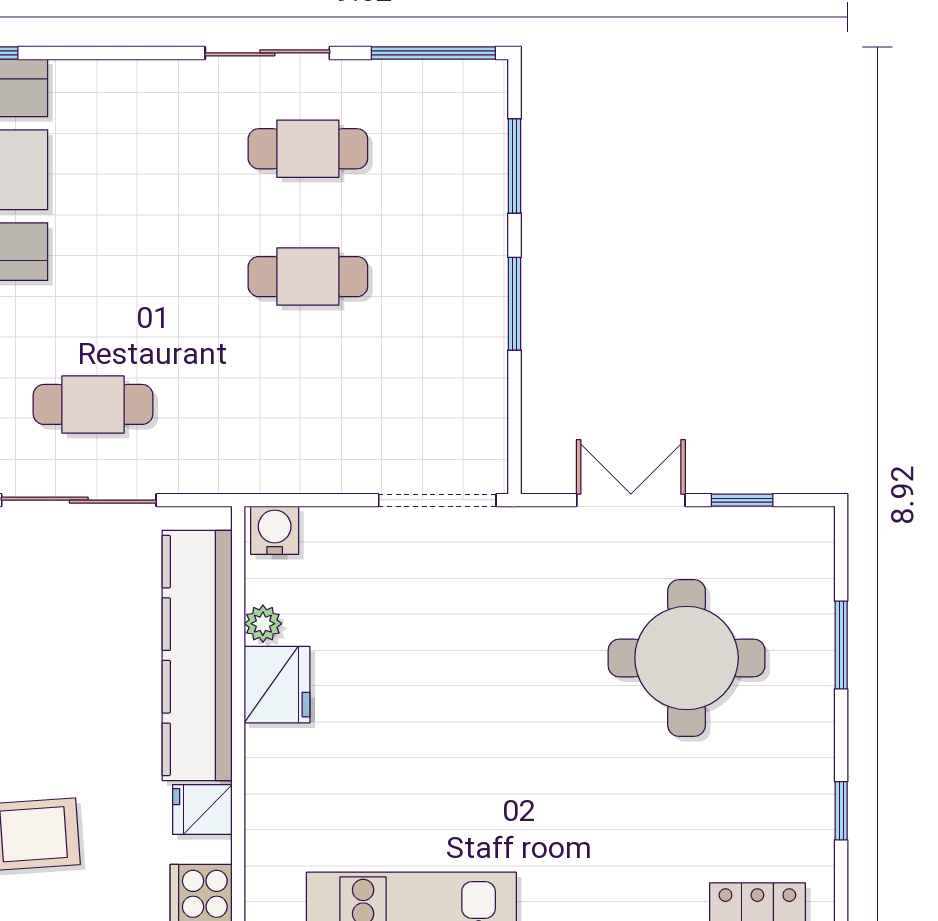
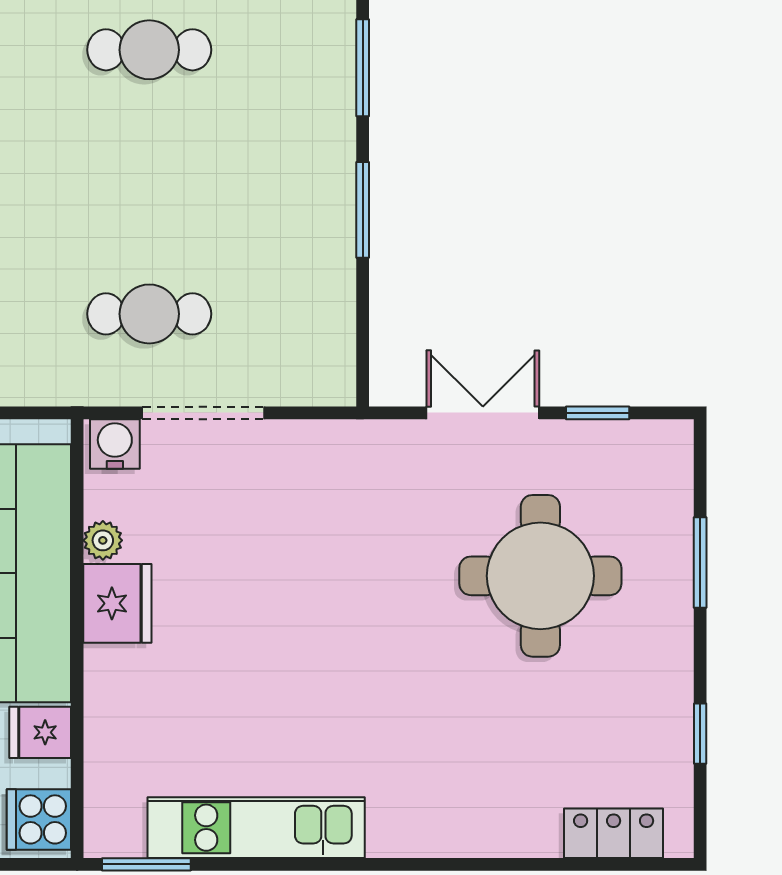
cafe table: (308, 277) -> (149, 314), moved
doorway: (437, 500) -> (203, 413), moved

